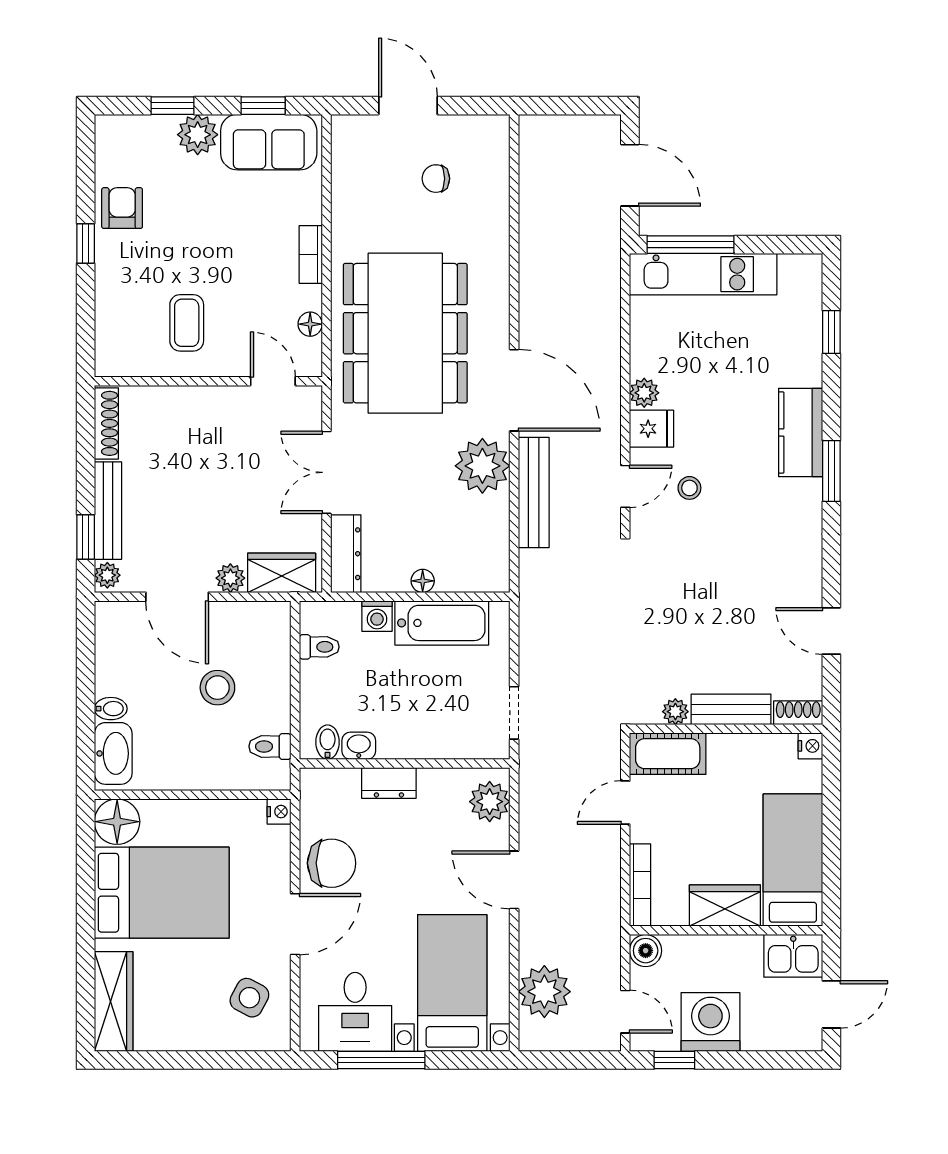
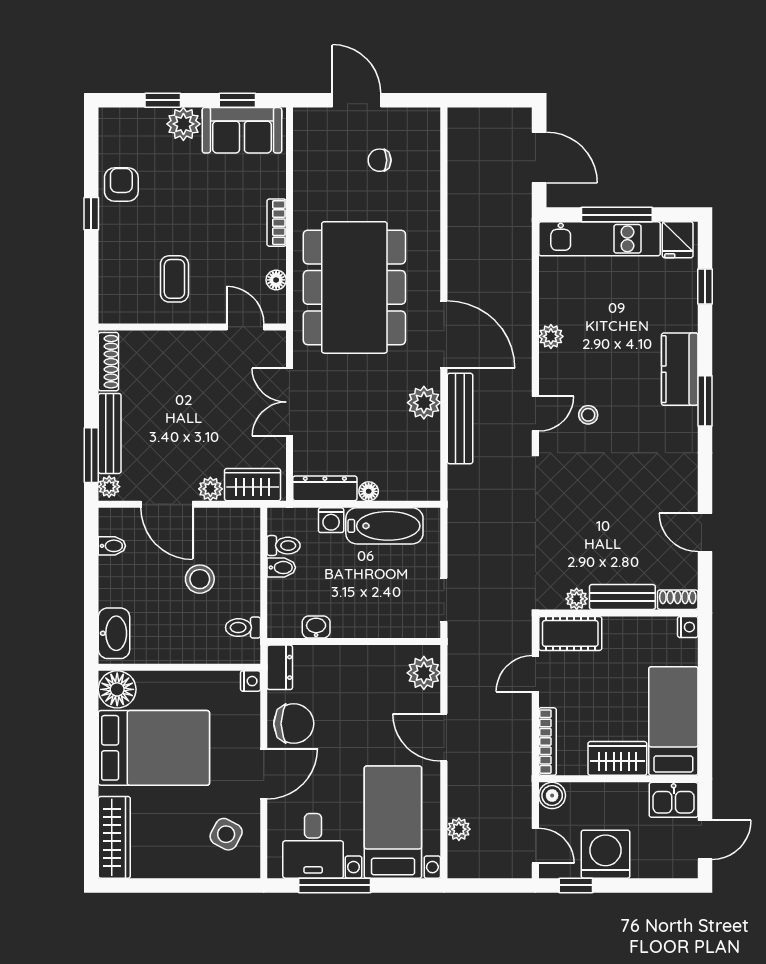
window: (690, 245) -> (617, 215), moved
fridge: (652, 429) -> (678, 240), moved, turned 90
plant: (482, 466) -> (424, 403), width x0.73, depth x0.73
window: (86, 537) -> (91, 455), width x1.50
dresser: (346, 554) -> (325, 488), moved, turned -90
bidet: (111, 709) -> (112, 546), moved
bidet: (328, 742) -> (281, 568), moved, turned 90
dresser: (389, 783) -> (280, 667), moved, turned -90
plant: (544, 992) -> (459, 829), width x0.53, depth x0.53

